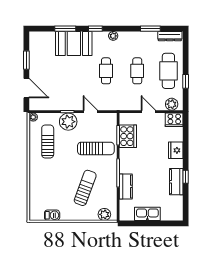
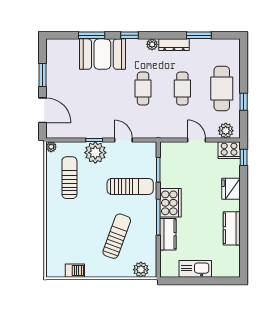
dresser: (170, 36) -> (174, 45), moved
cooker: (128, 136) -> (171, 203), moved
window: (186, 177) -> (244, 157), moved

